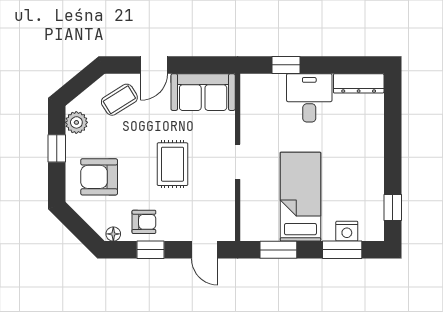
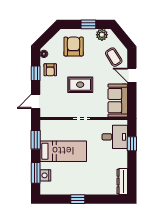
desk: (309, 98) -> (115, 137), moved
window: (393, 207) -> (78, 199), moved

